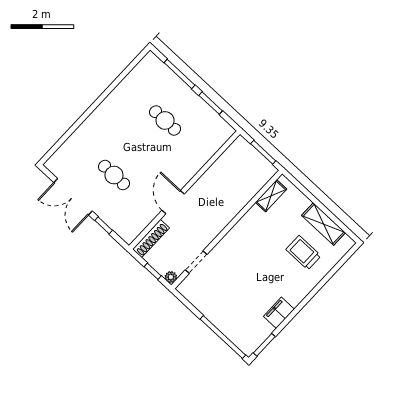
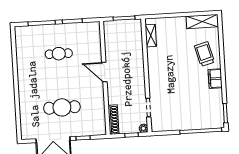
cafe table: (114, 175) -> (62, 107), width x1.37, depth x1.35
door: (173, 202) -> (104, 72), moved
shelving: (324, 224) -> (202, 22), moved
trolley: (303, 253) -> (204, 54), moved, turned 75
filing cabinet: (279, 313) -> (215, 79), moved

